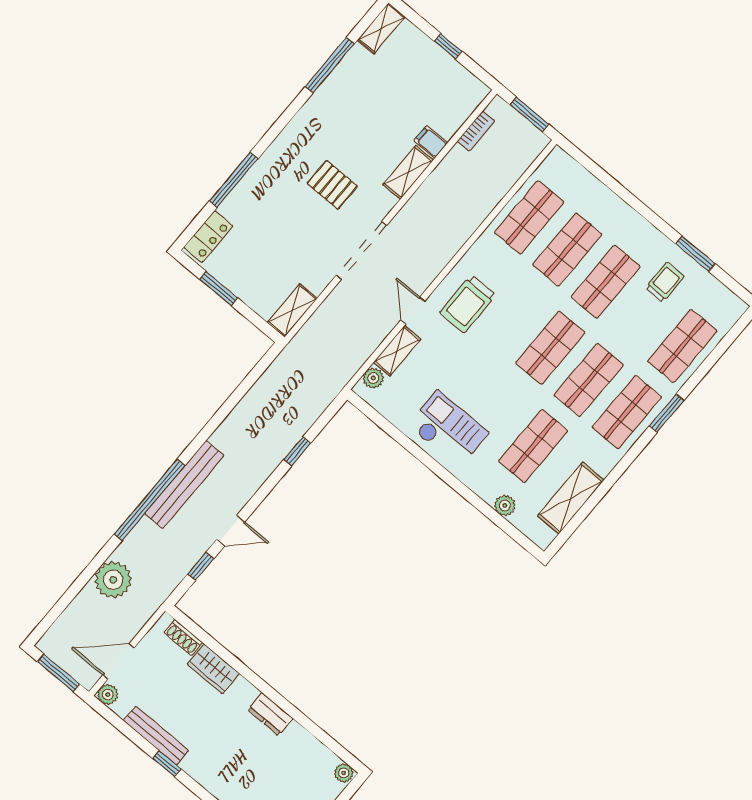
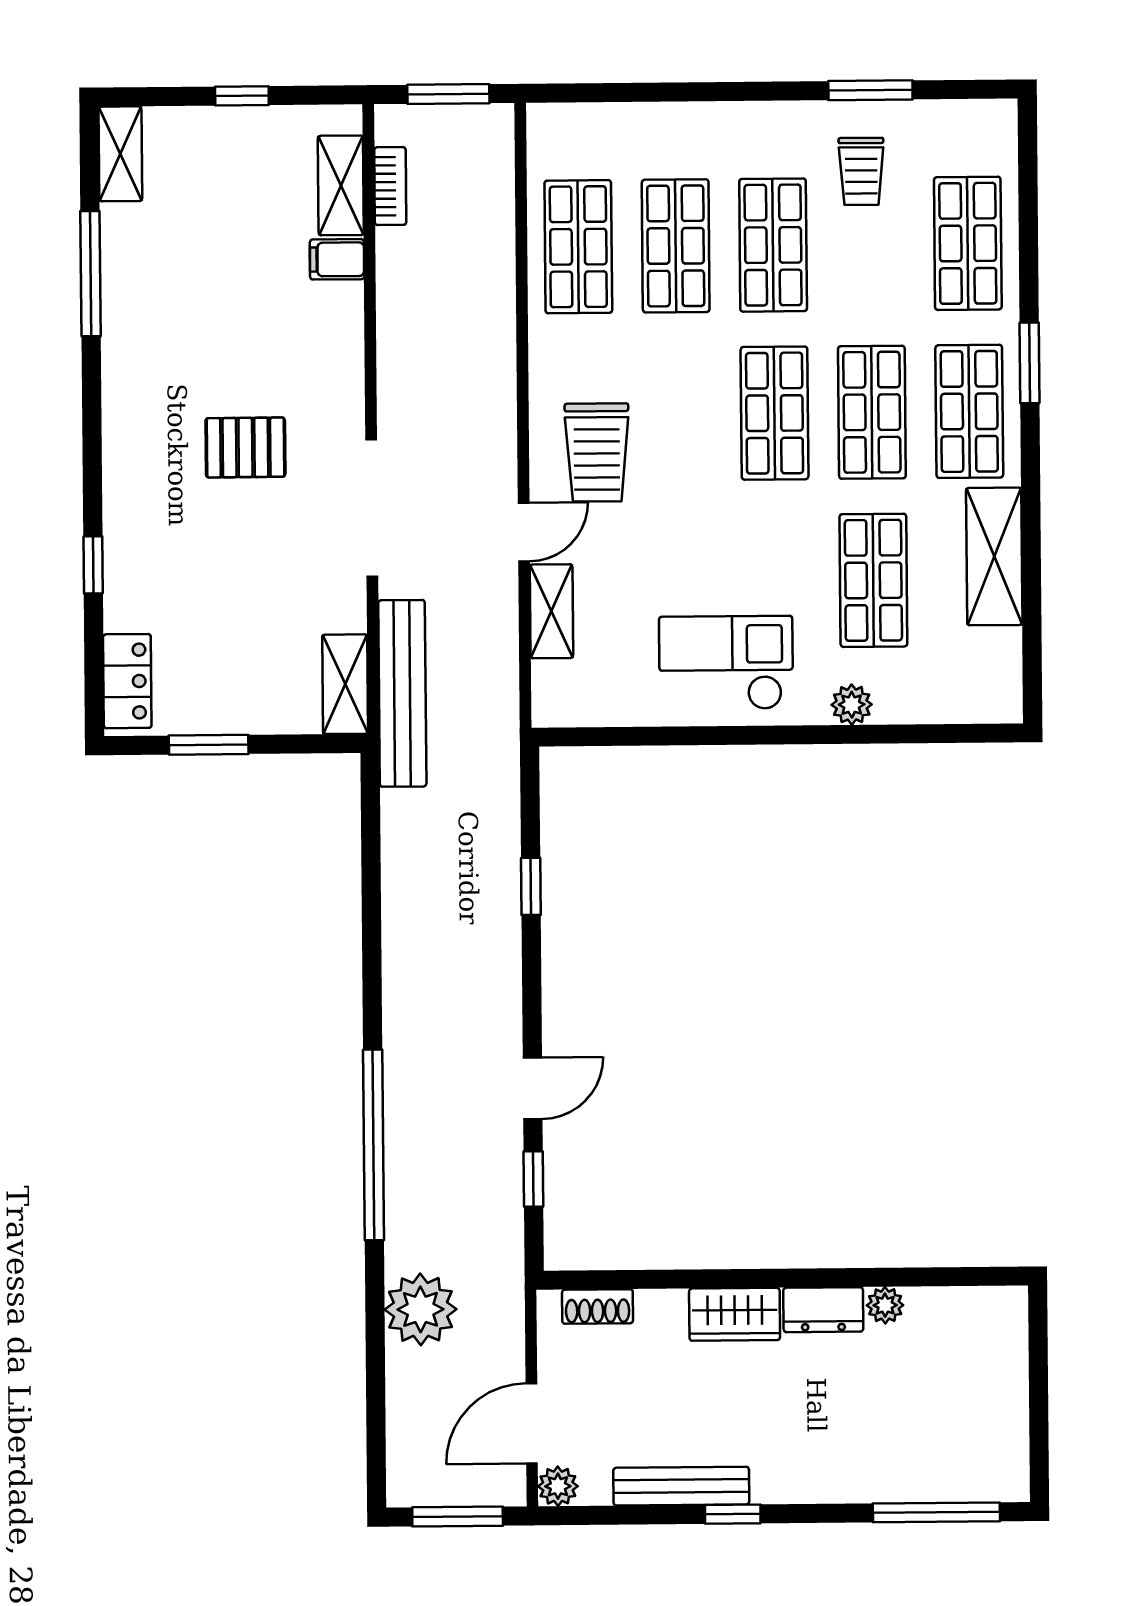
shelving: (408, 172) -> (341, 185), moved
window: (234, 180) -> (93, 565), width x0.46
trolley: (665, 282) -> (861, 171), turned 180
door: (413, 311) -> (524, 532), swing flipped
plant: (373, 378) -> (551, 682), removed
bench: (184, 485) -> (402, 693), moved
shelving: (571, 498) -> (994, 556), moved
plant: (505, 505) -> (852, 705), moved
wardrobe: (213, 669) -> (735, 1314), moved
plant: (344, 773) -> (885, 1305), moved

